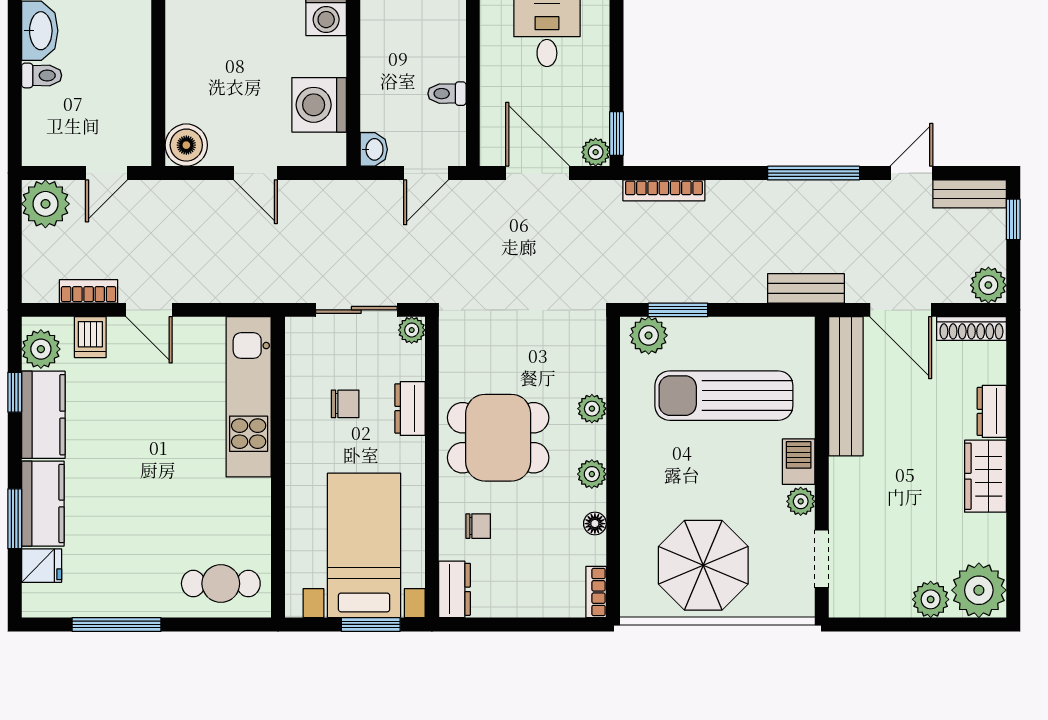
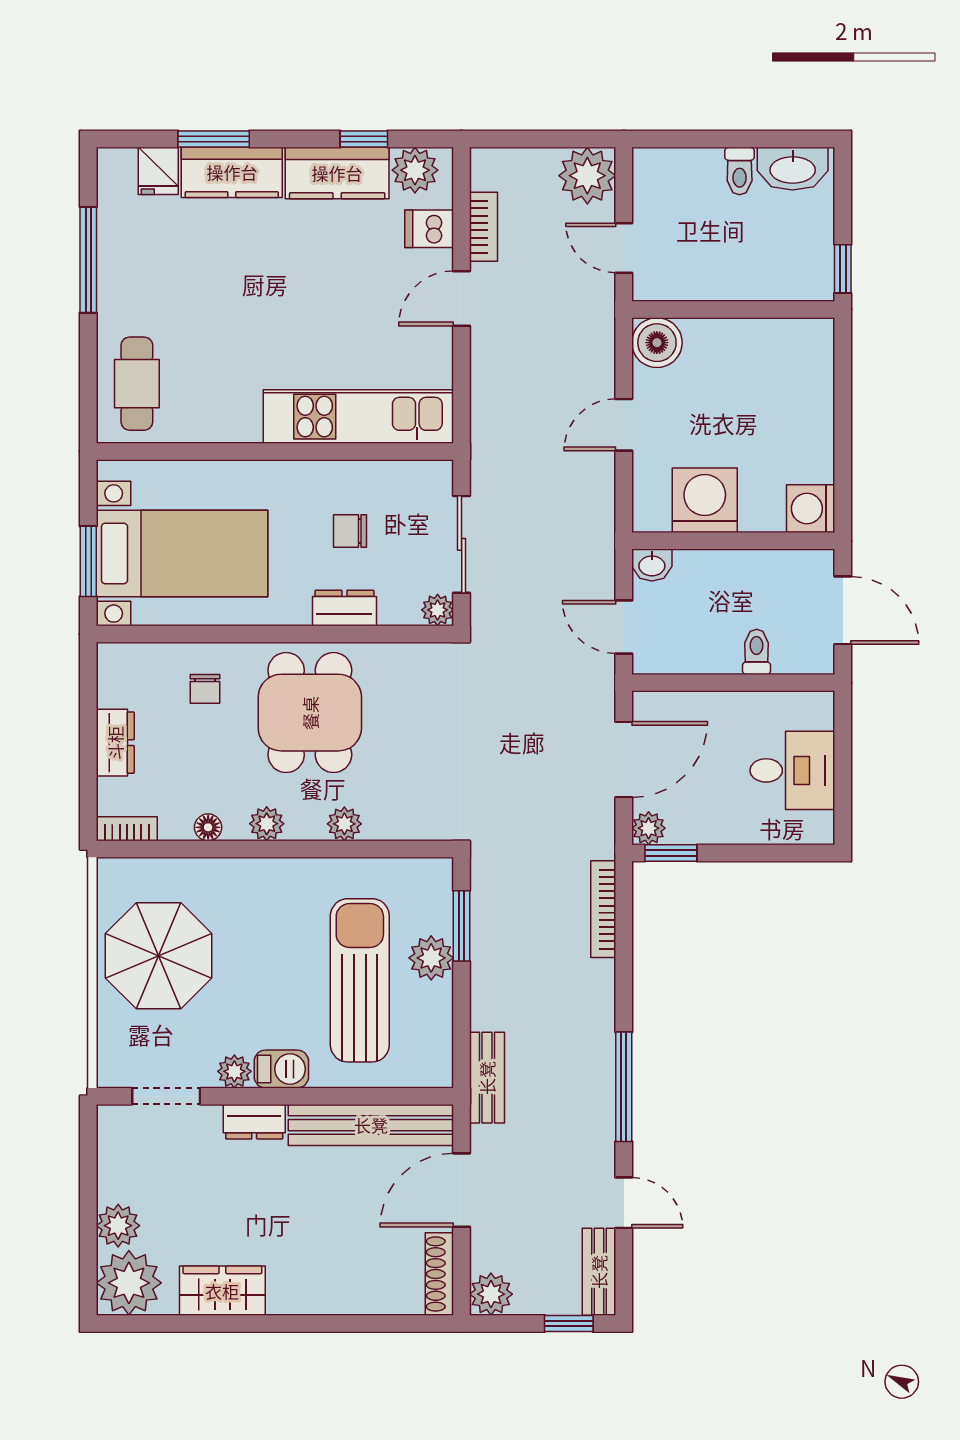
toilet: (447, 94) -> (757, 652), moved
plant: (649, 335) -> (431, 958), moved
chair: (345, 404) -> (350, 531), turned 90
dresser: (992, 411) -> (254, 1122), moved, turned 180
wardrobe: (985, 476) -> (222, 1291), moved
dresser: (455, 589) -> (115, 743), moved, turned -90

